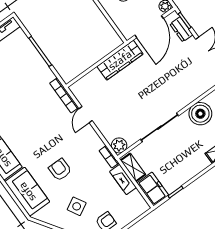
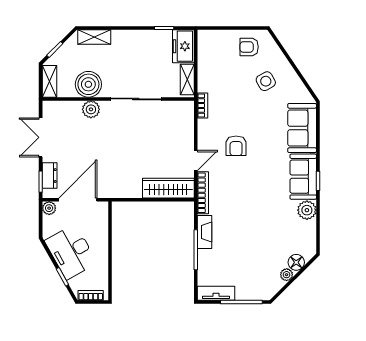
wardrobe: (120, 60) -> (168, 188), moved
plant: (119, 145) -> (91, 109), moved
armchair: (60, 170) -> (236, 146), moved
fireplace: (123, 180) -> (205, 232), moved

